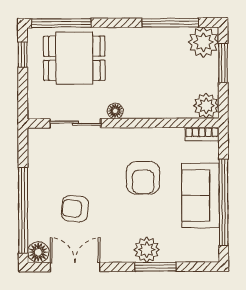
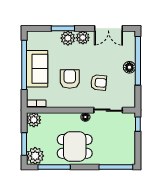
window: (23, 55) -> (138, 124), moved
dining table: (74, 58) -> (75, 146), moved
armchair: (75, 209) -> (99, 83), moved
plant: (120, 251) -> (83, 38), added
floor lamp: (38, 252) -> (129, 67), moved

